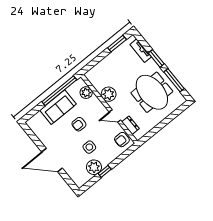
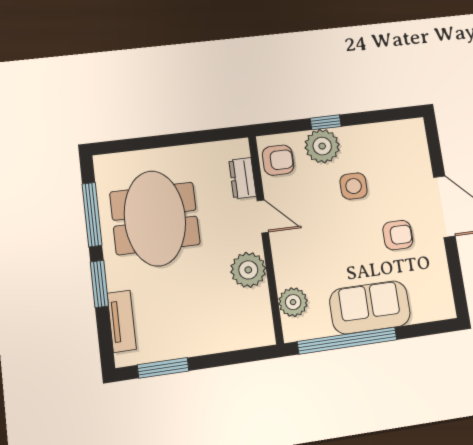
armchair: (79, 124) -> (398, 235), moved
plant: (94, 167) -> (322, 146), moved
window: (105, 171) -> (326, 122), moved

